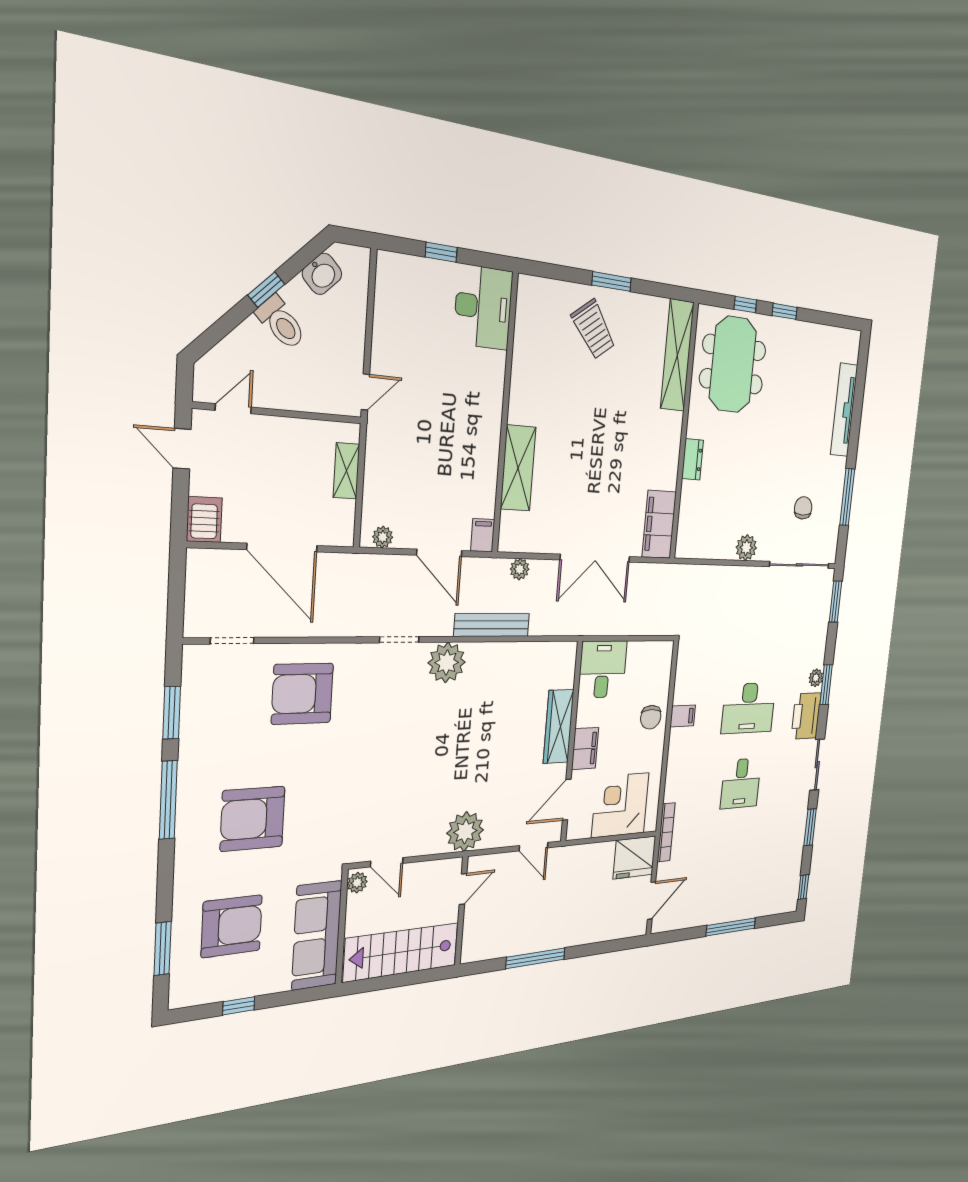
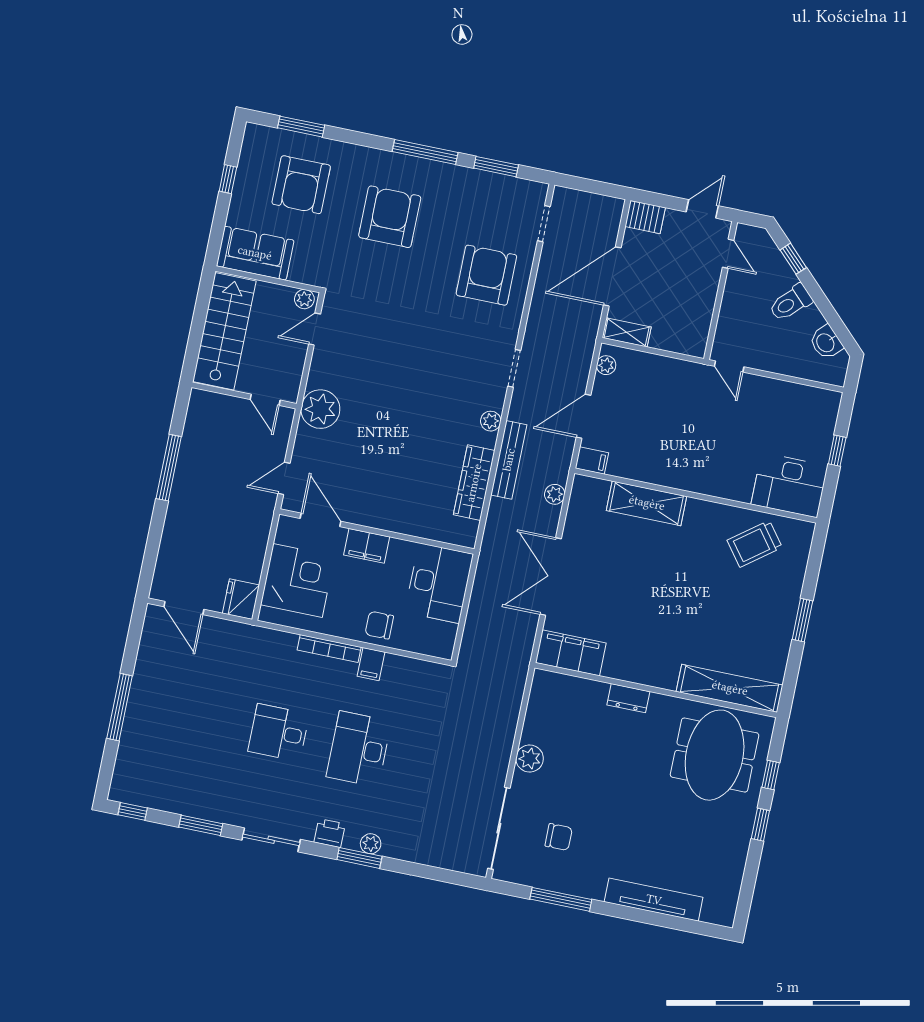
window: (266, 290) -> (793, 259), moved
trolley: (594, 329) -> (755, 544), moved
meeting table: (733, 364) -> (715, 755), turned 90
shelving: (346, 471) -> (627, 332), moved
window: (835, 602) -> (450, 876), removed
plant: (447, 663) -> (491, 421), width x0.53, depth x0.53
desk: (603, 669) -> (439, 583), width x1.37
printer: (806, 716) -> (330, 833), width x0.53, depth x0.68
wardrobe: (559, 726) -> (474, 483), moved, turned -90
bookcase: (666, 832) -> (329, 648), moved
fridge: (635, 857) -> (241, 599), width x0.73, depth x0.75
sofa: (317, 935) -> (255, 253), width x0.73

